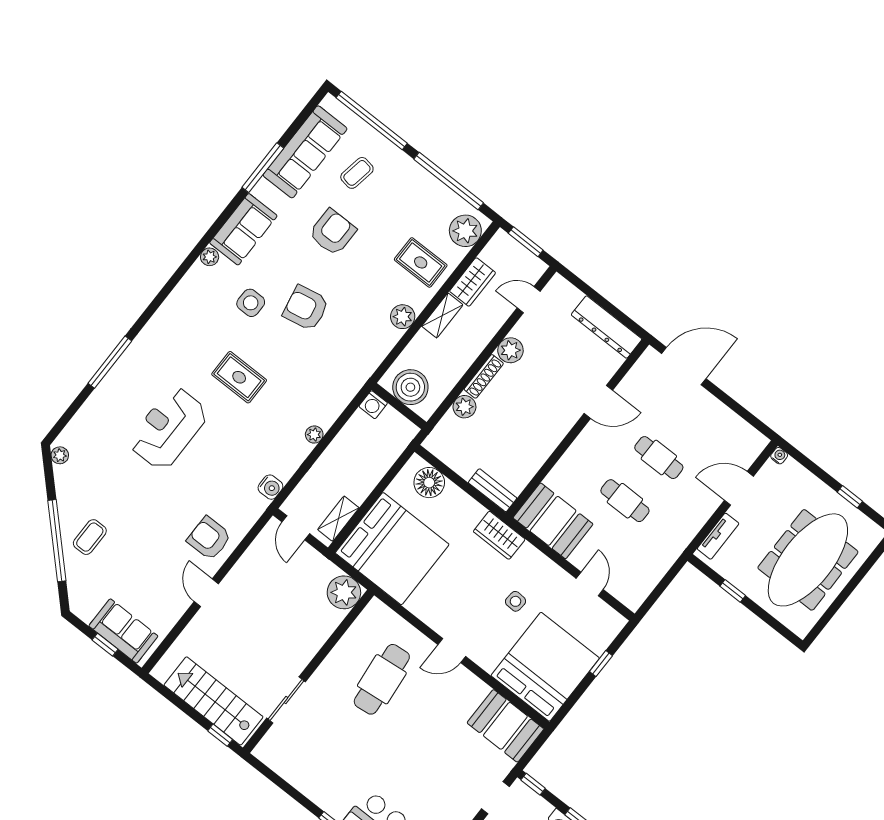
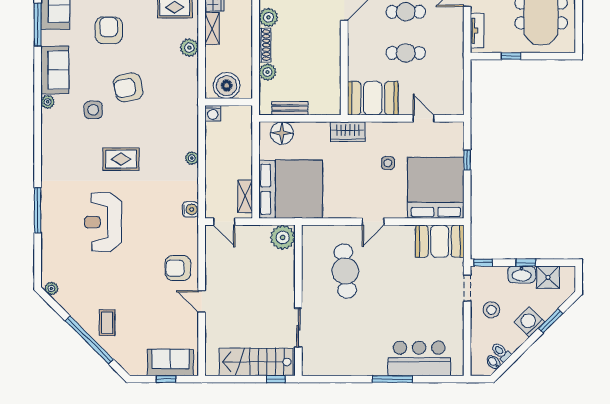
bench: (493, 490) -> (290, 108), moved

